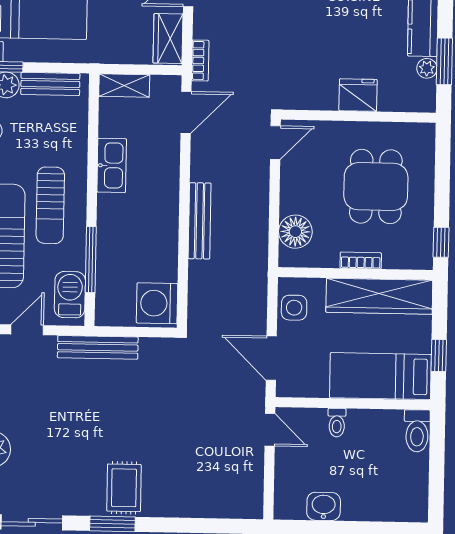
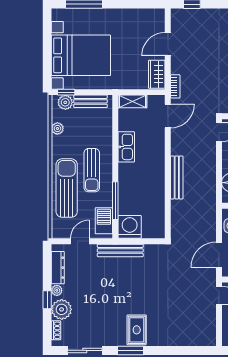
washing machine: (157, 303) -> (130, 227), moved, turned 90
door: (271, 358) -> (219, 255), hinge flipped

